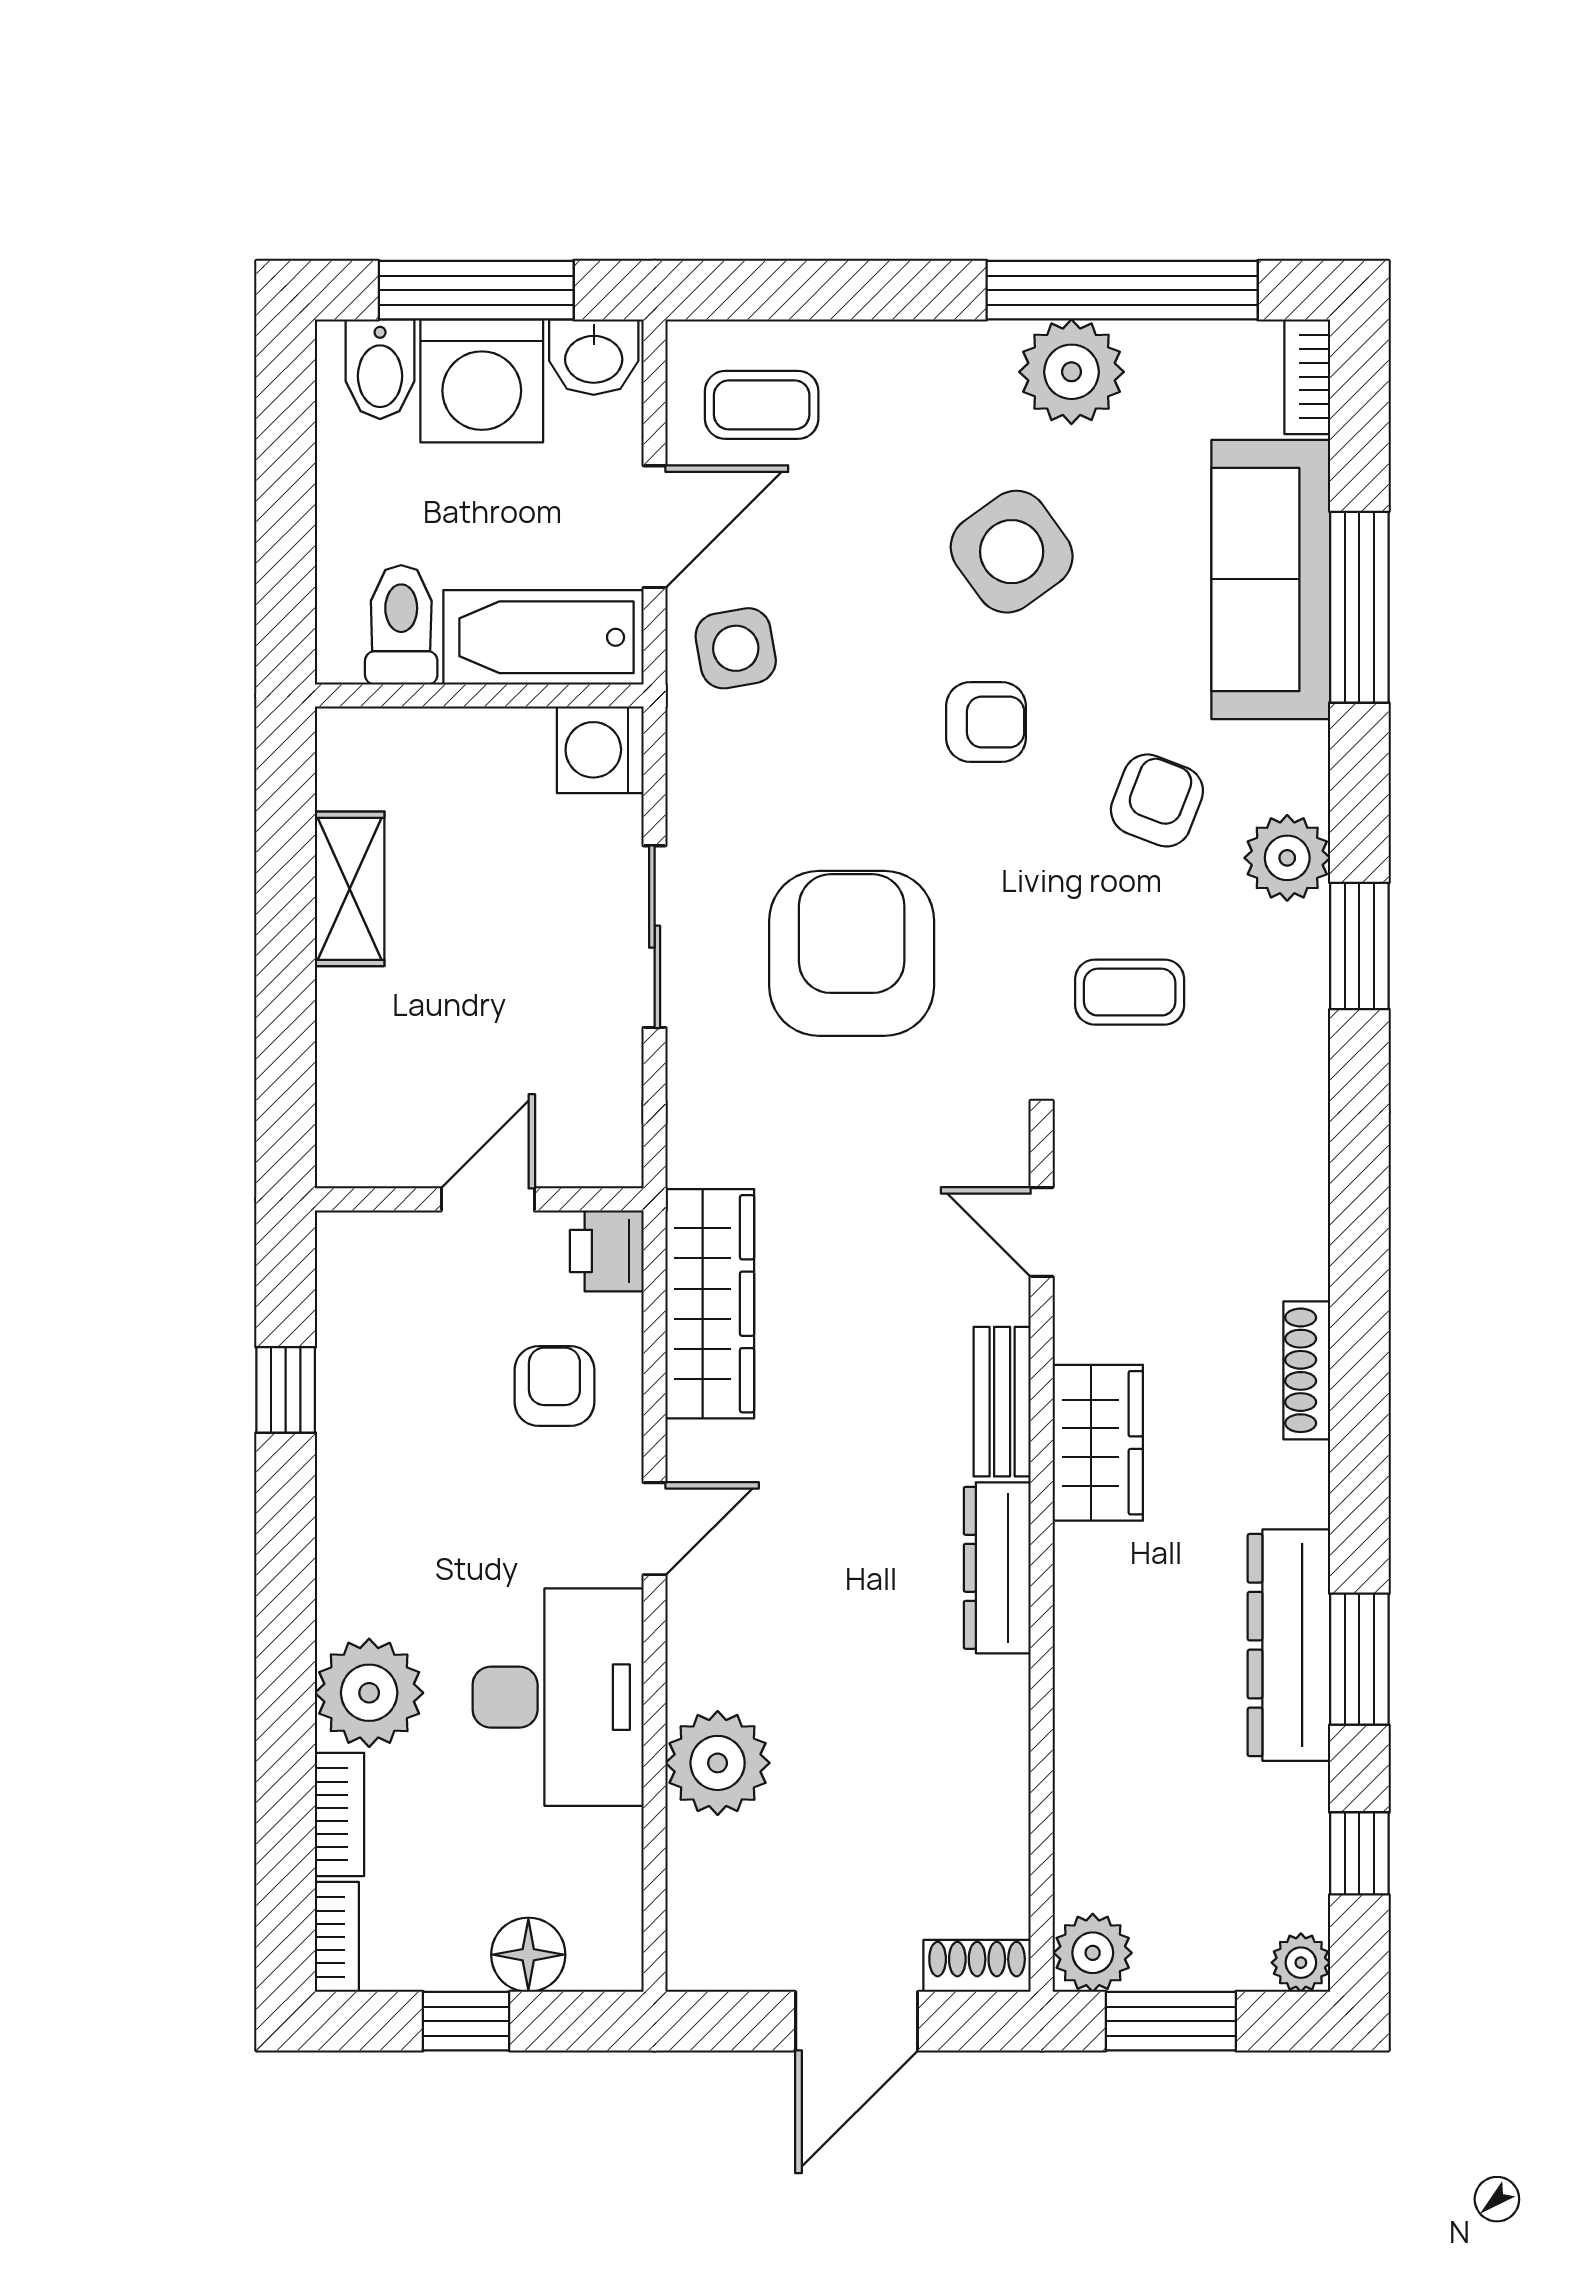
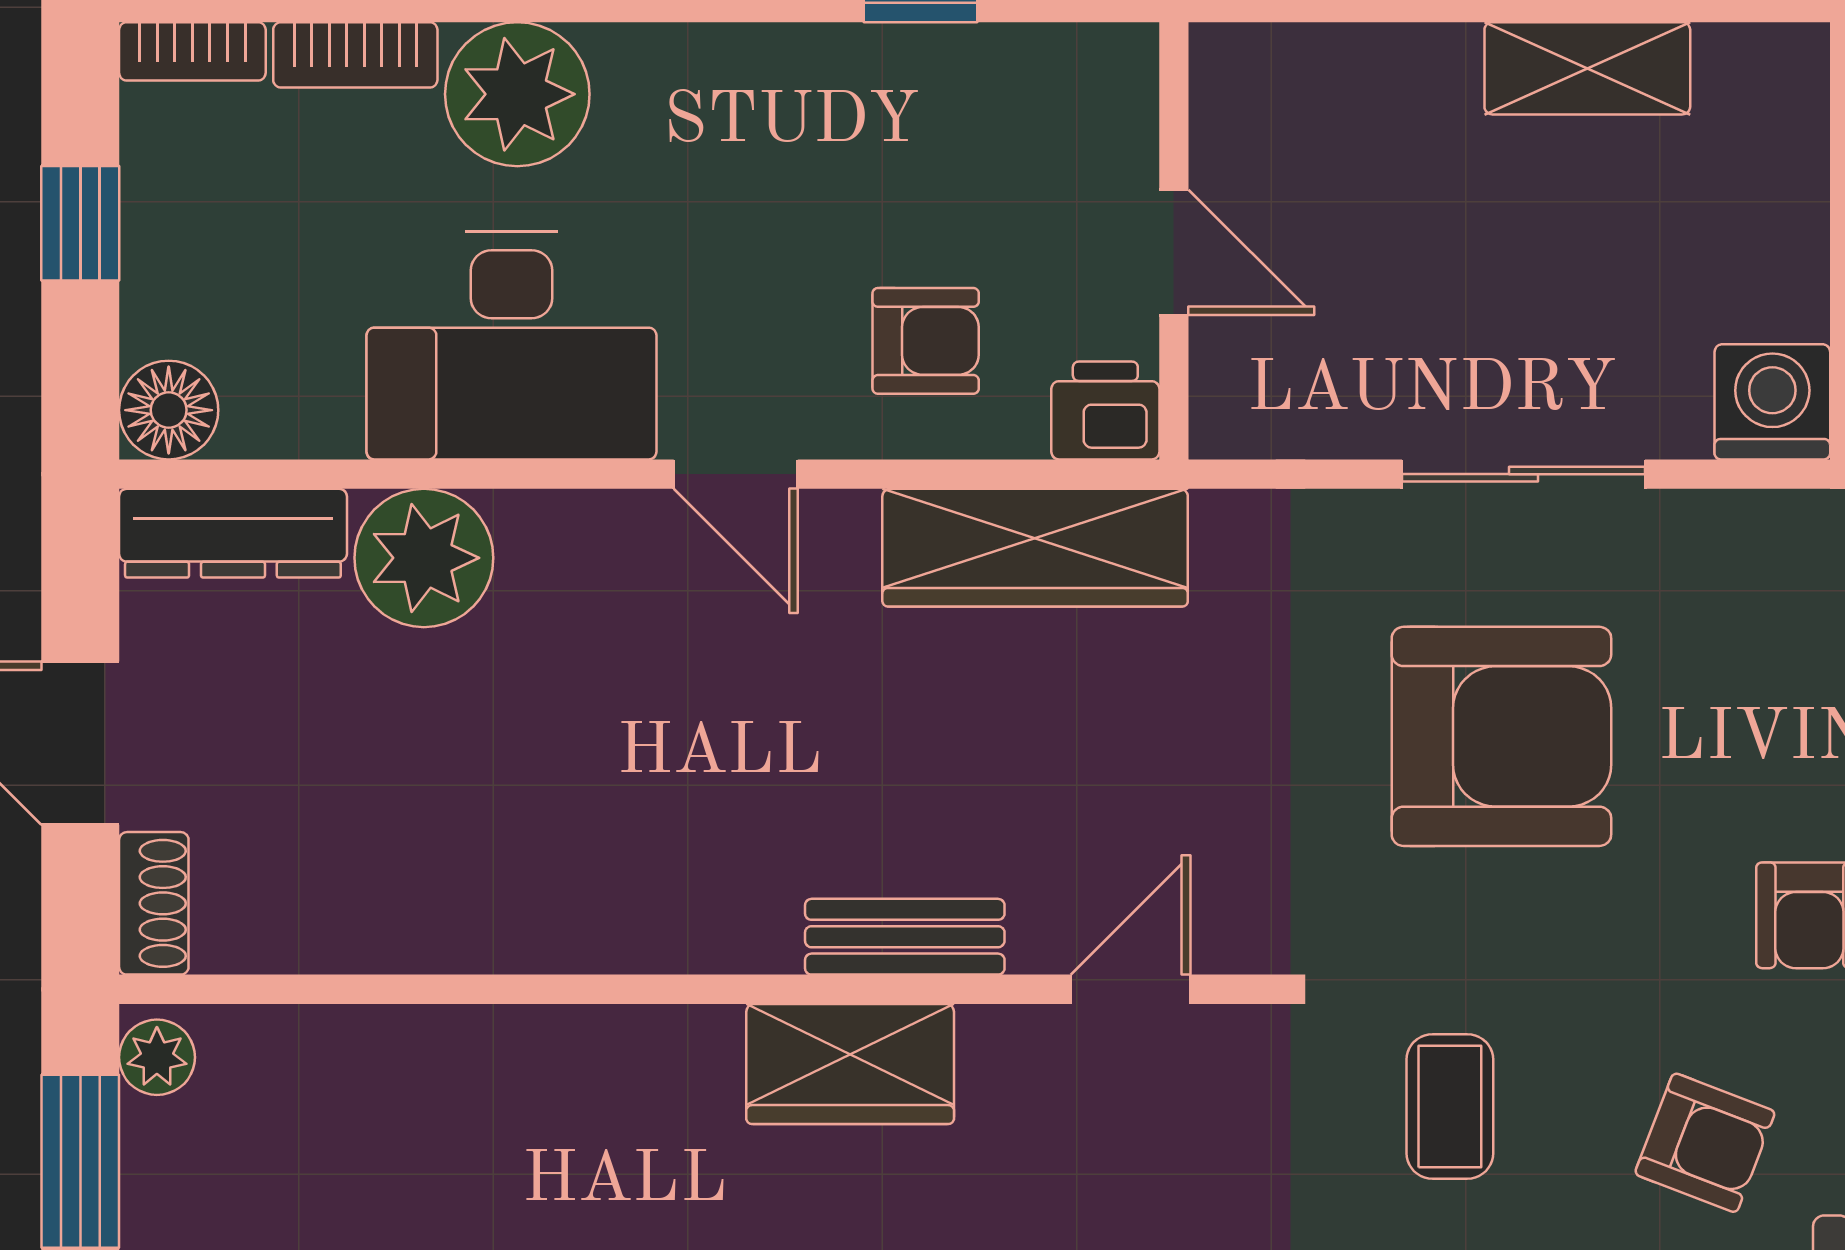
dresser: (997, 1568) -> (233, 533), moved, turned 180
plant: (1093, 1953) -> (157, 1057), width x0.73, depth x0.73
floor lamp: (528, 1955) -> (169, 410), moved

